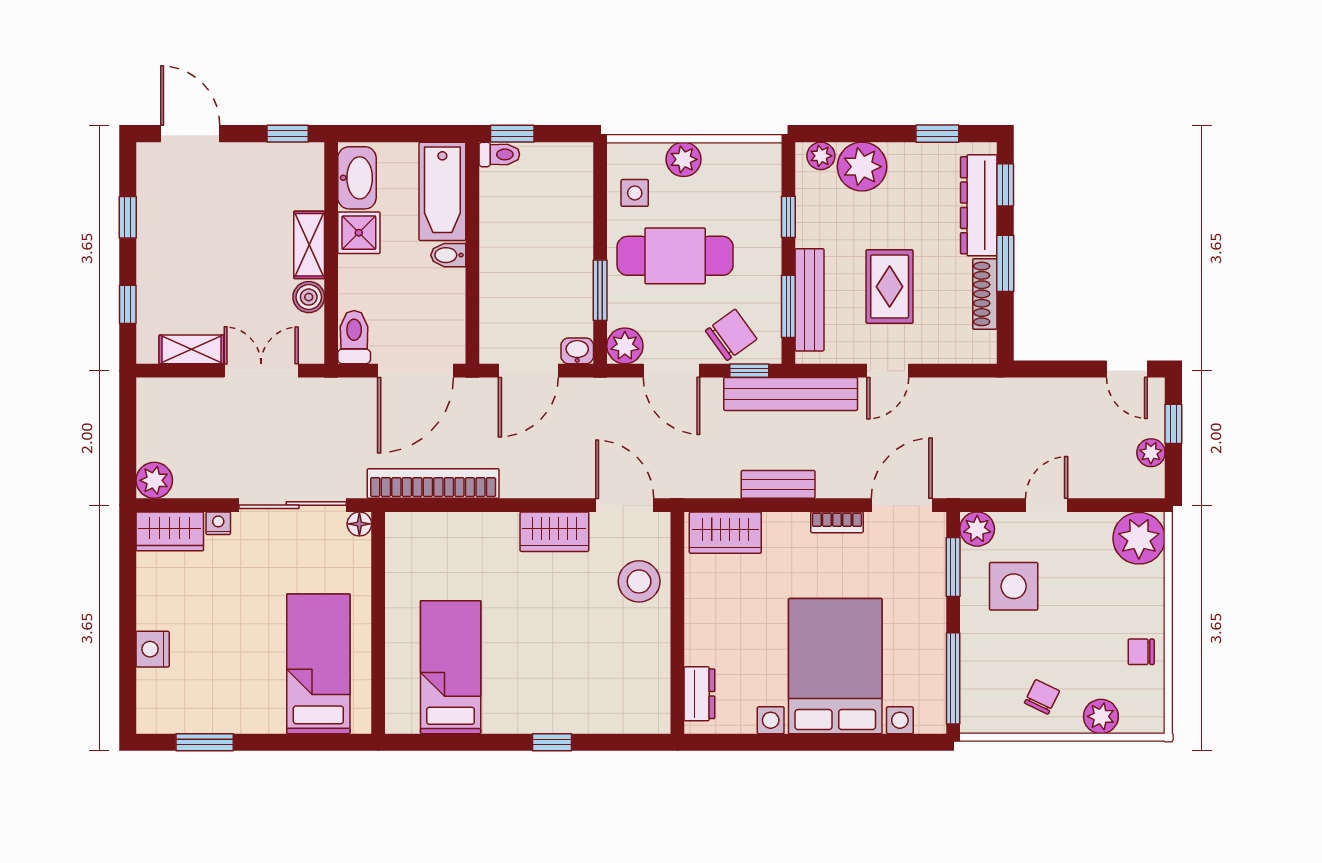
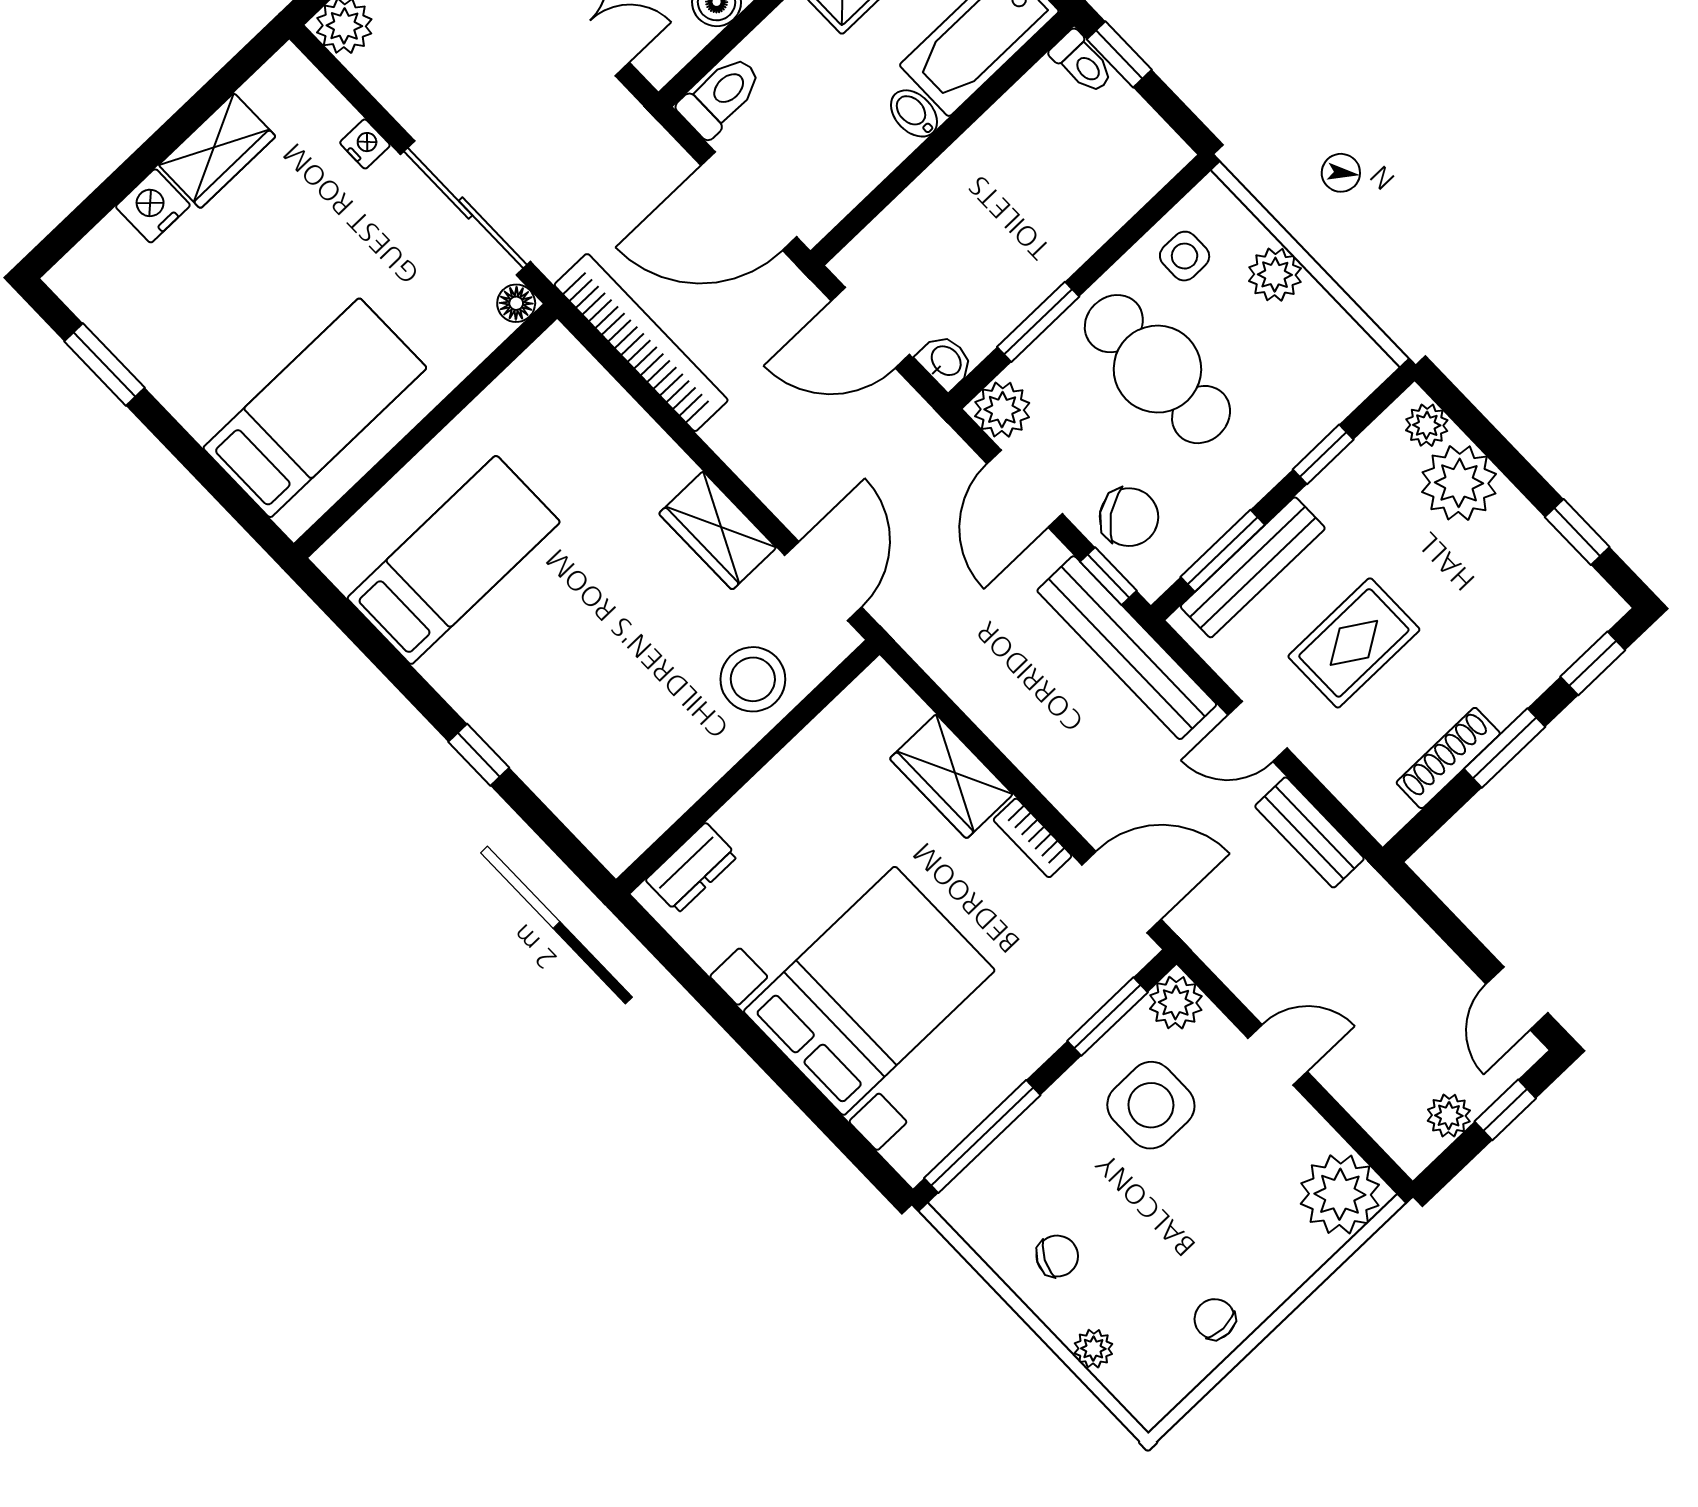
dresser: (979, 205) -> (1541, 656), removed
bench: (778, 484) -> (1309, 832), moved
wardrobe: (170, 531) -> (217, 151), moved, turned -90
wardrobe: (725, 533) -> (951, 776), moved
plant: (1101, 716) -> (1093, 1349), width x0.73, depth x0.73

